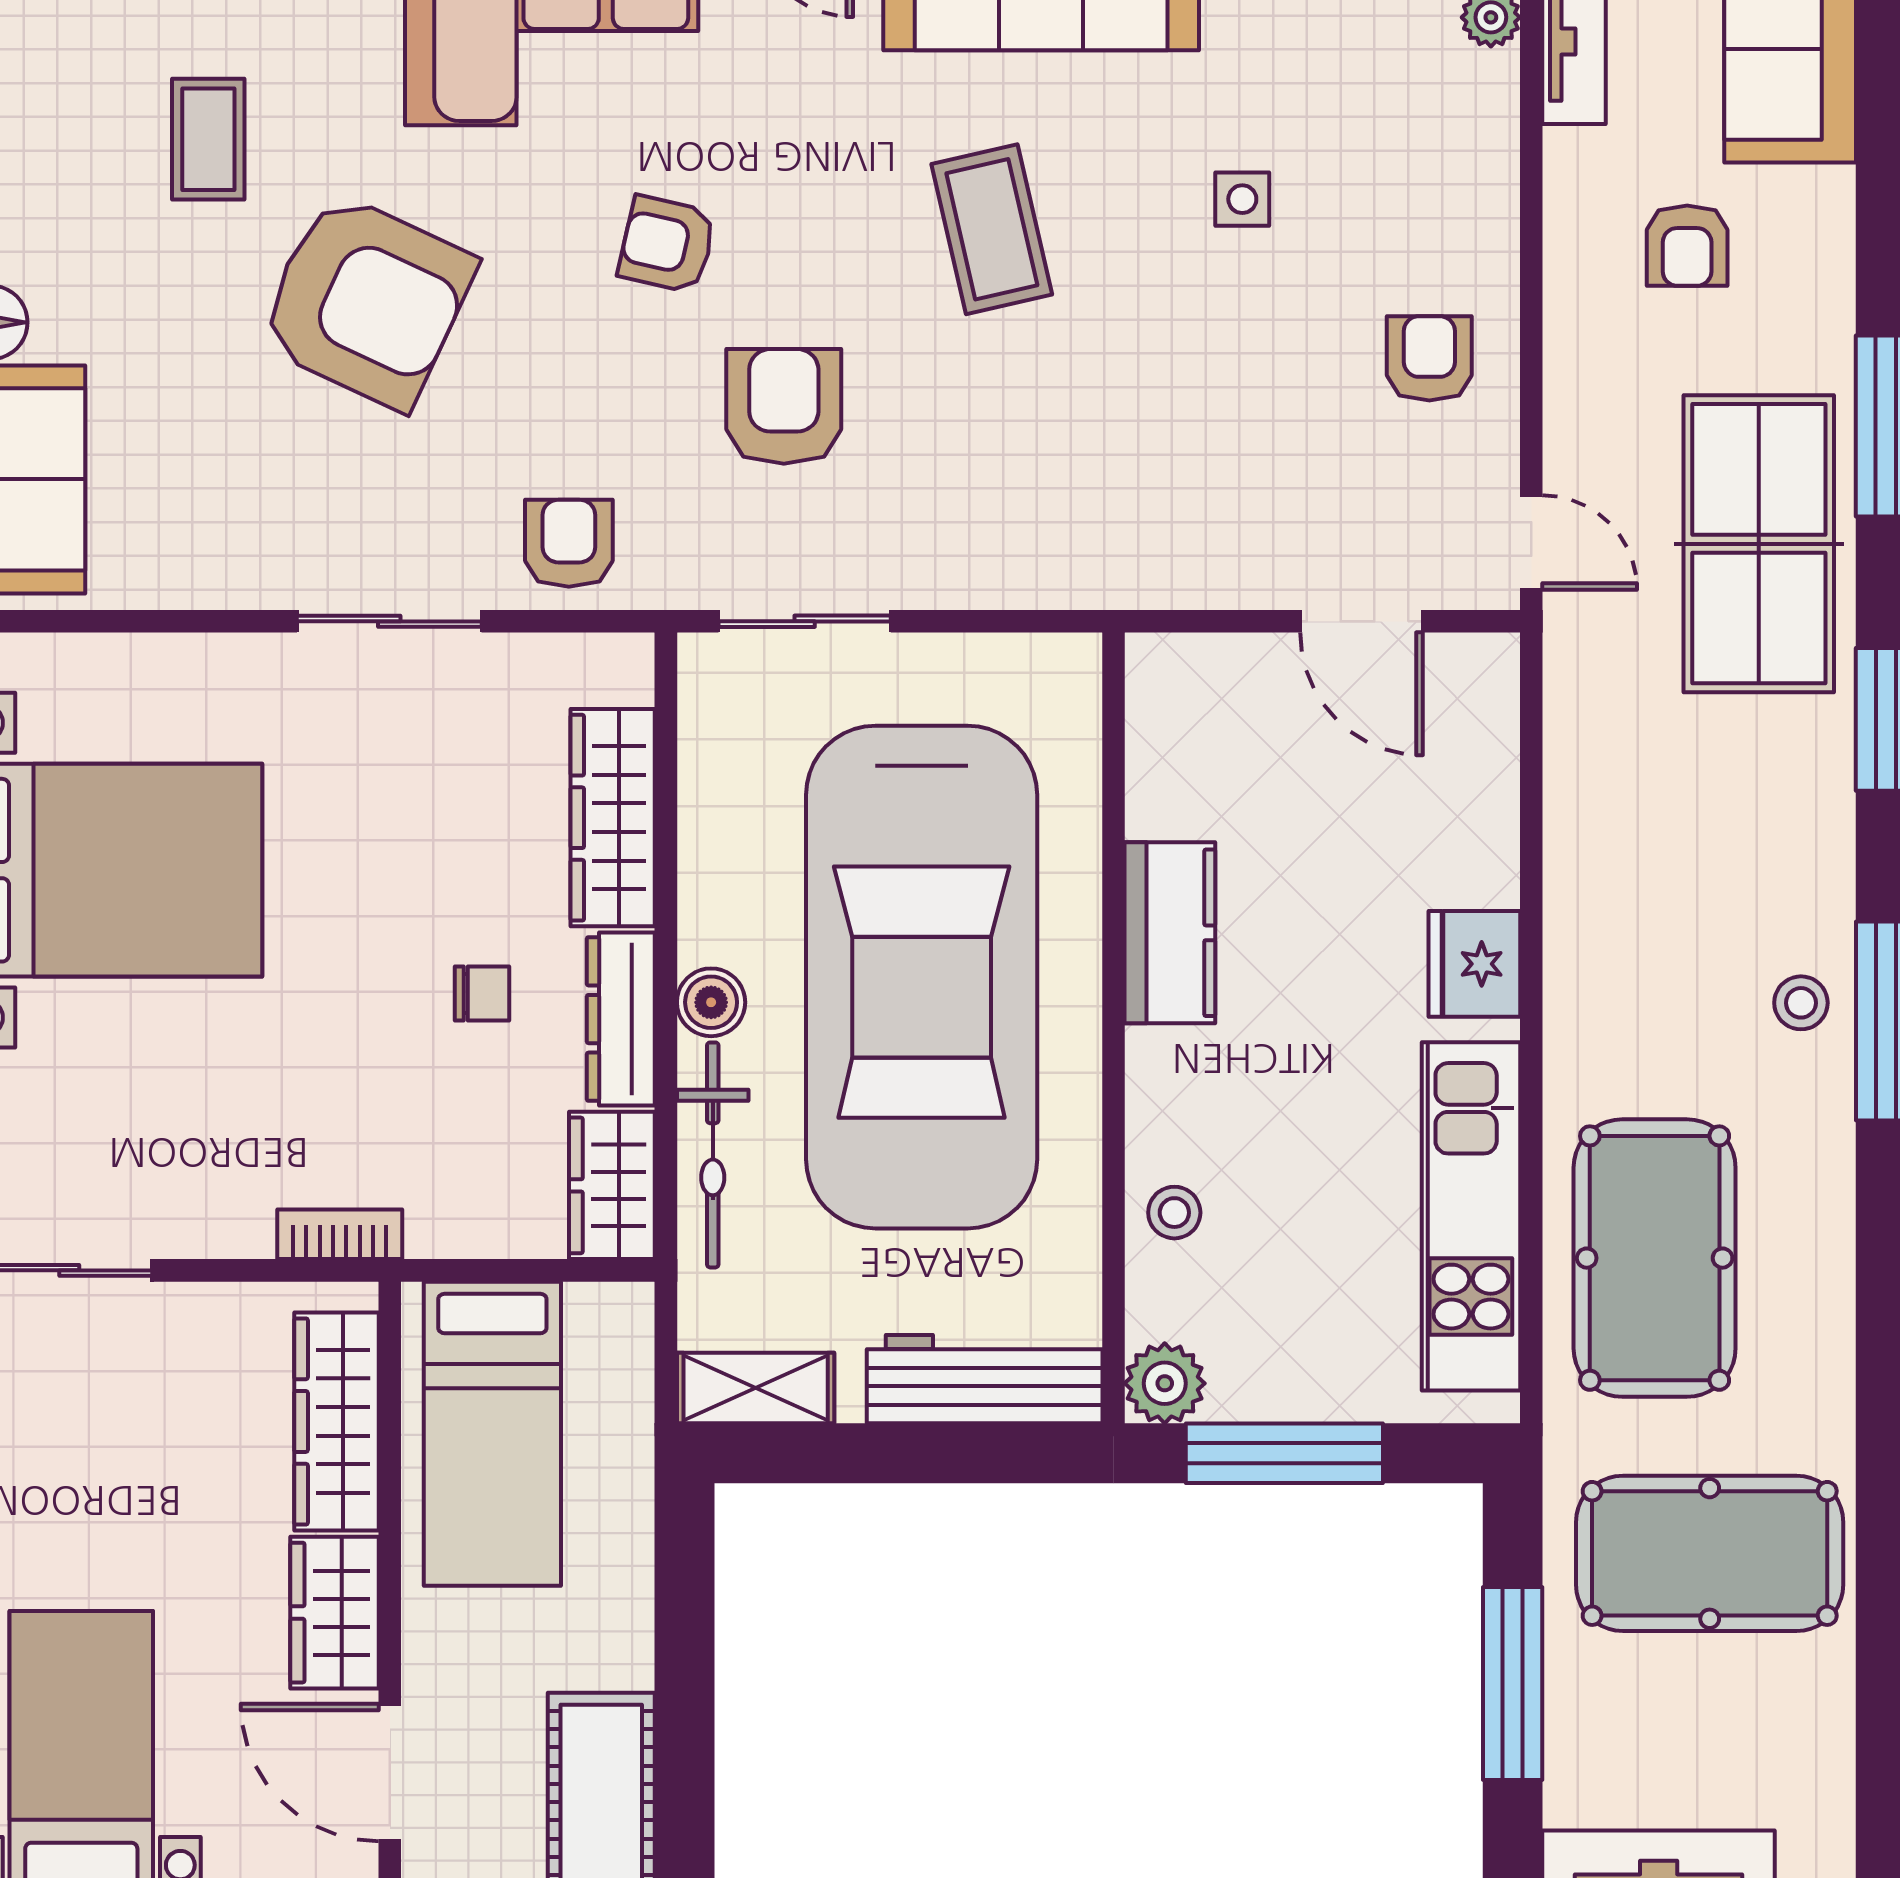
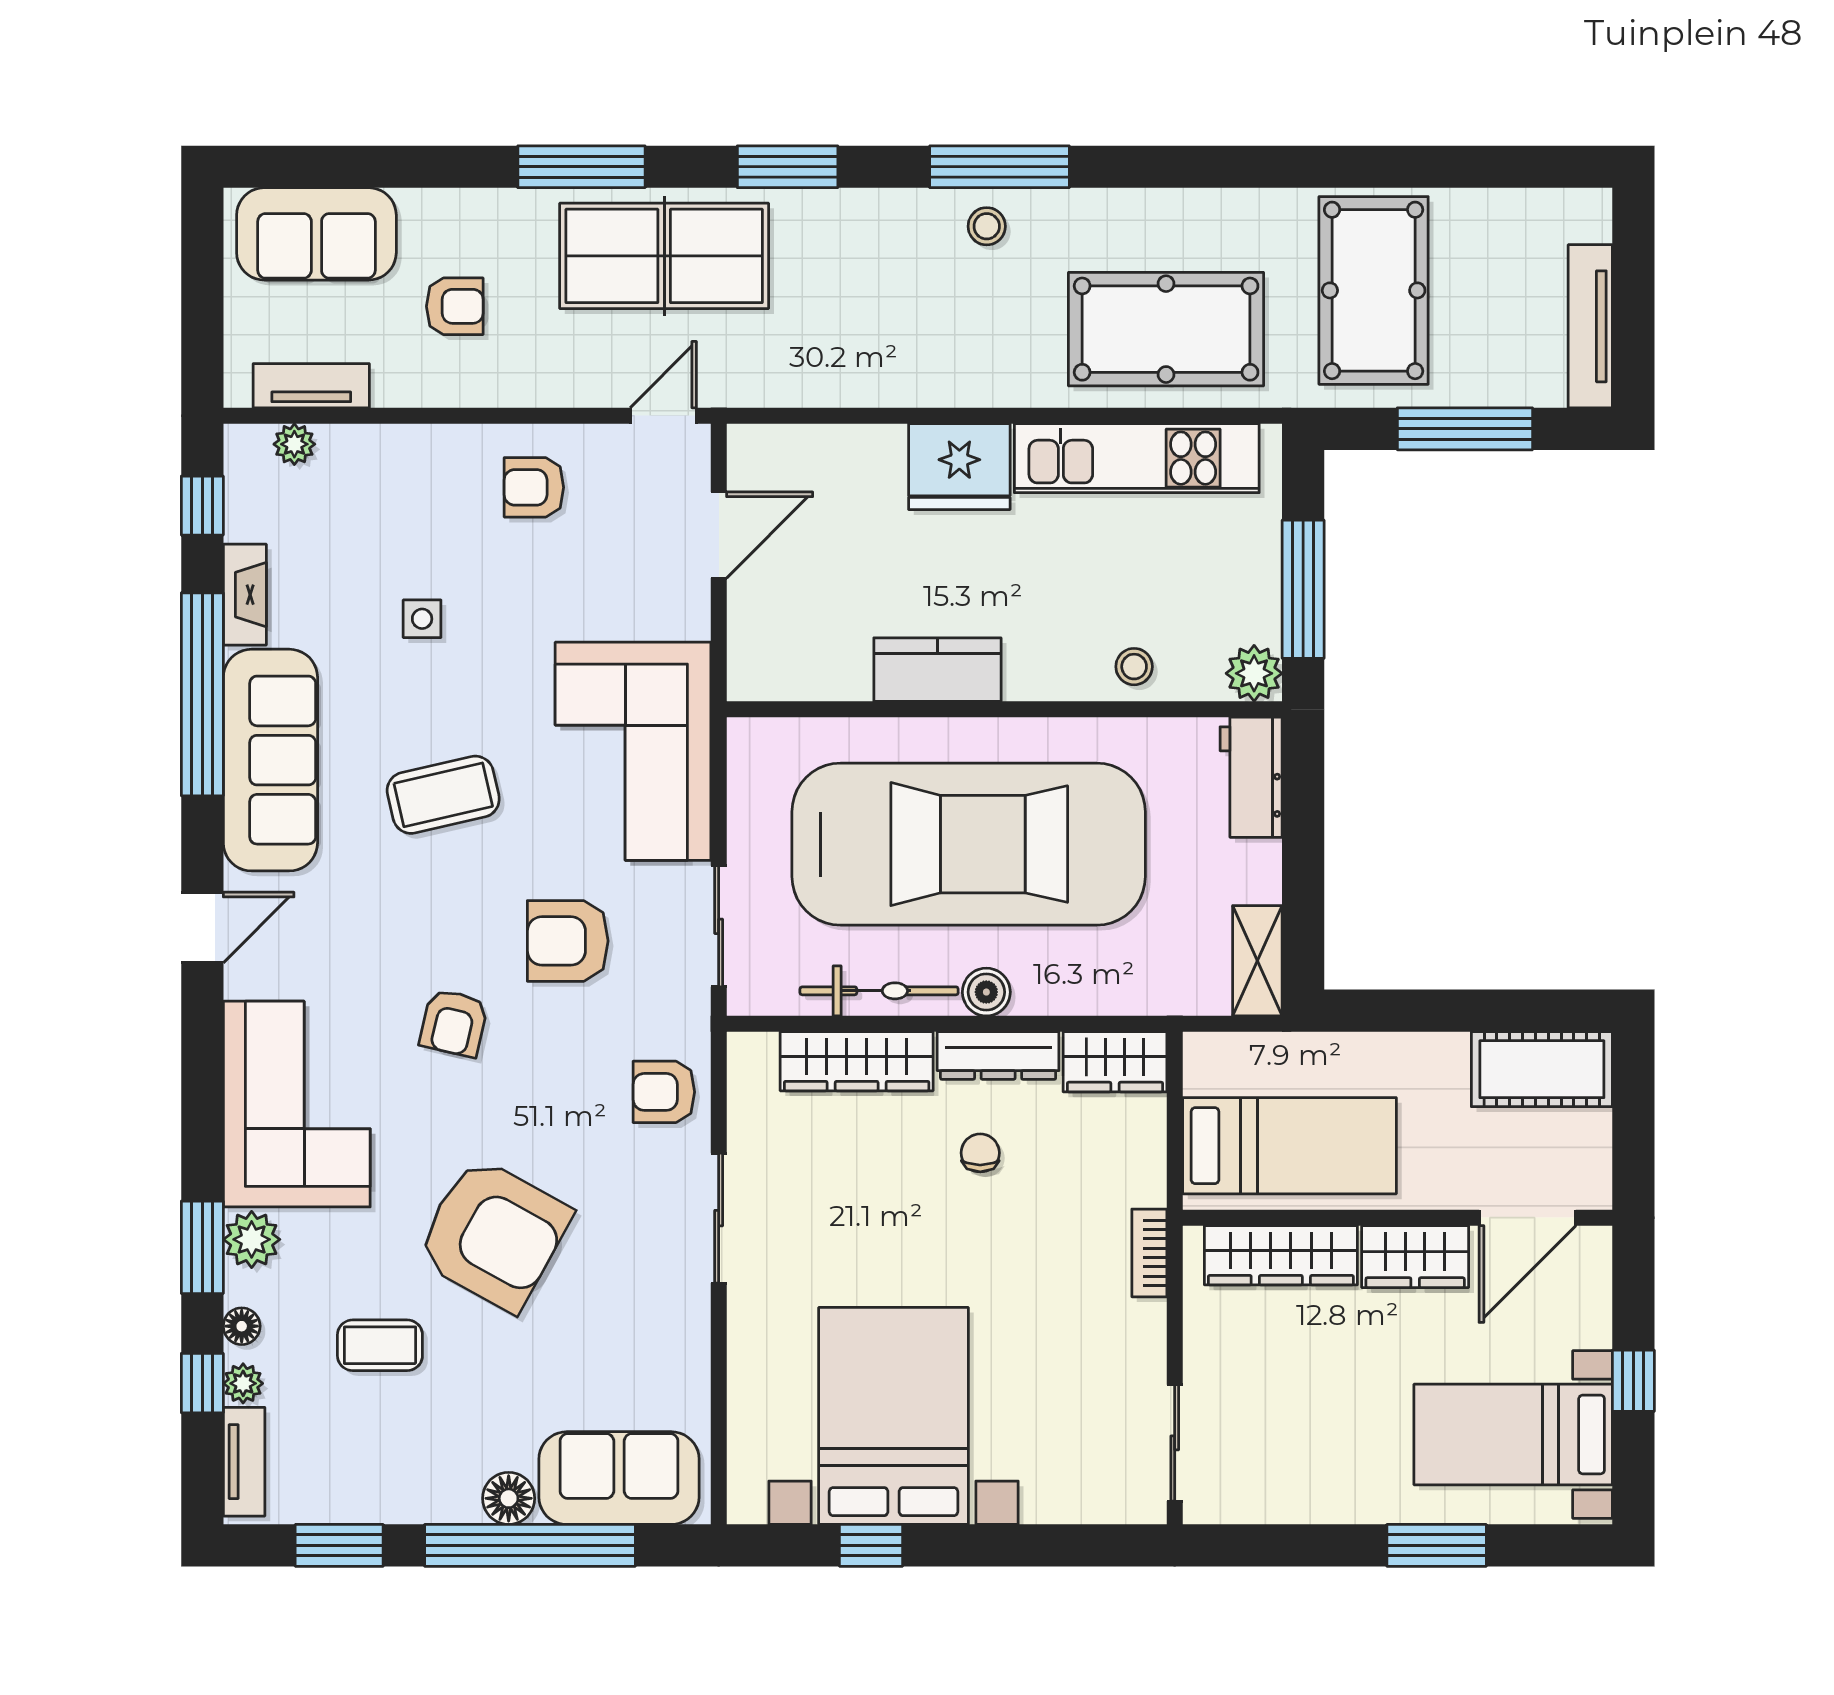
armchair: (366, 301) -> (493, 1234), turned 94
corner sofa: (1054, 499) -> (633, 751), added
fridge: (1474, 964) -> (959, 467), width x1.36, depth x1.34
bicycle: (713, 1155) -> (879, 991), moved
workbench: (985, 1379) -> (1251, 777), width x0.73

